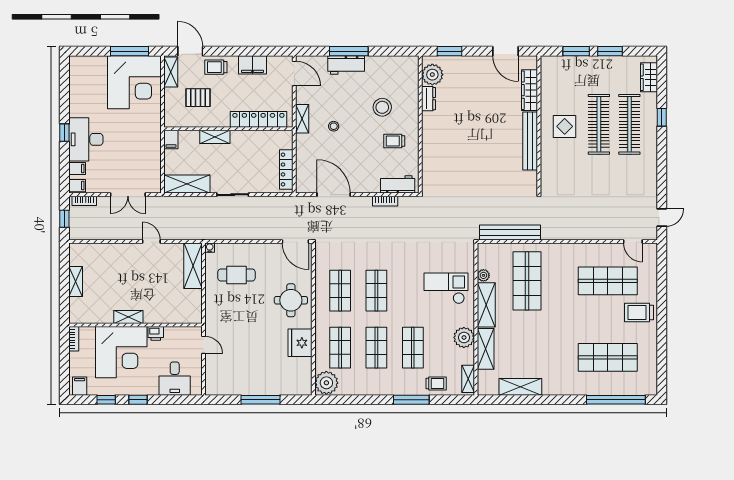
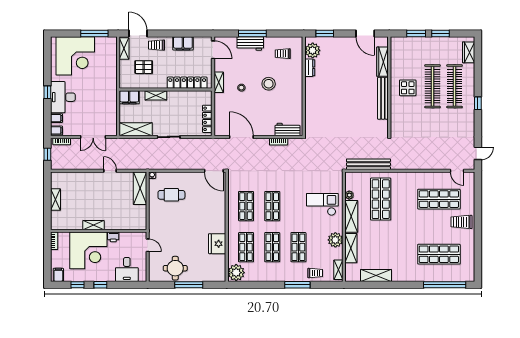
corner desk: (134, 82) -> (75, 56), moved
stool: (382, 107) -> (269, 84), moved
window: (662, 117) -> (478, 103), moved
filing cabinet: (171, 140) -> (129, 97), width x2.00
trolley: (394, 141) -> (283, 54), moved
round table: (291, 300) -> (175, 268), moved

